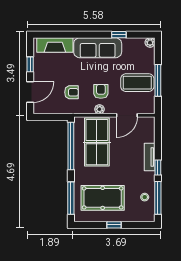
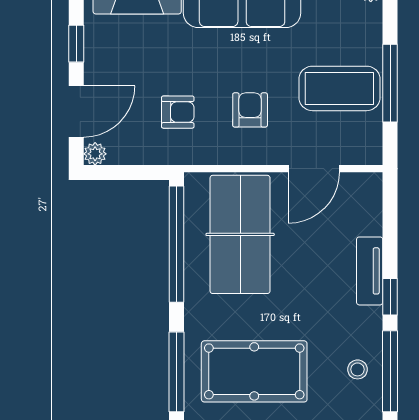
plant: (99, 109) -> (95, 154), moved

